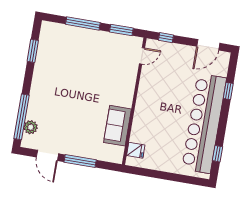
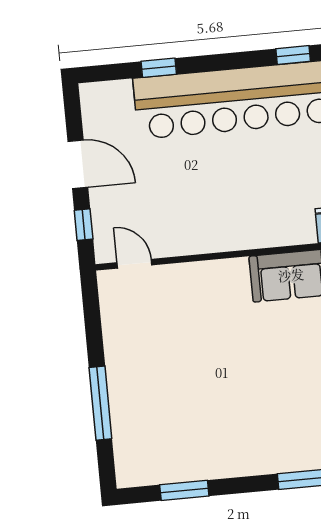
window: (121, 30) -> (93, 321), removed
door: (208, 45) -> (78, 164), moved

